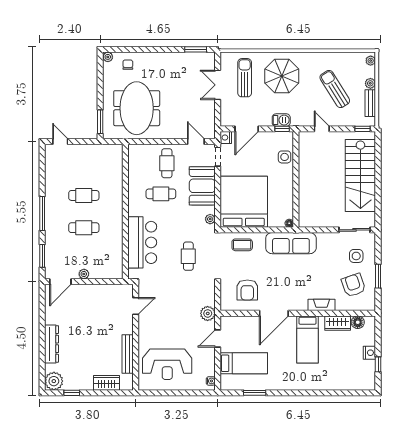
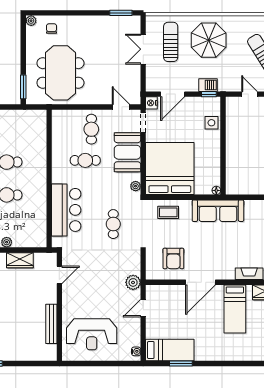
bed: (244, 363) -> (170, 350), moved
wardrobe: (107, 383) -> (20, 260), moved, turned 180

